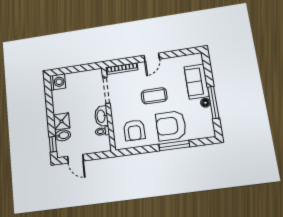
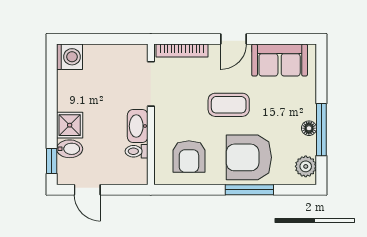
sofa: (197, 82) -> (280, 60), moved, turned -90
plant: (207, 126) -> (306, 166), added

